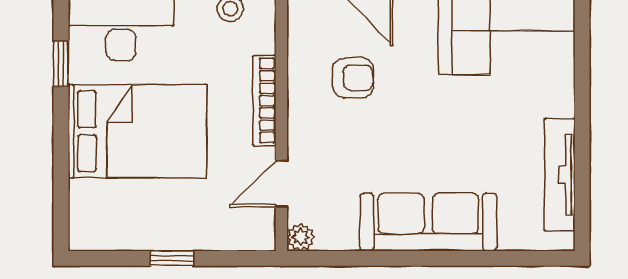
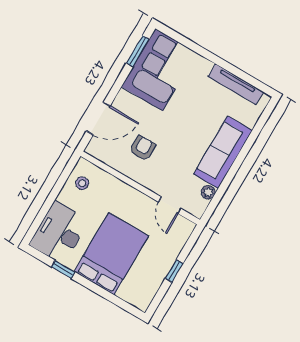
bookcase: (264, 101) -> (130, 192), removed
plant: (301, 237) -> (208, 192), moved

